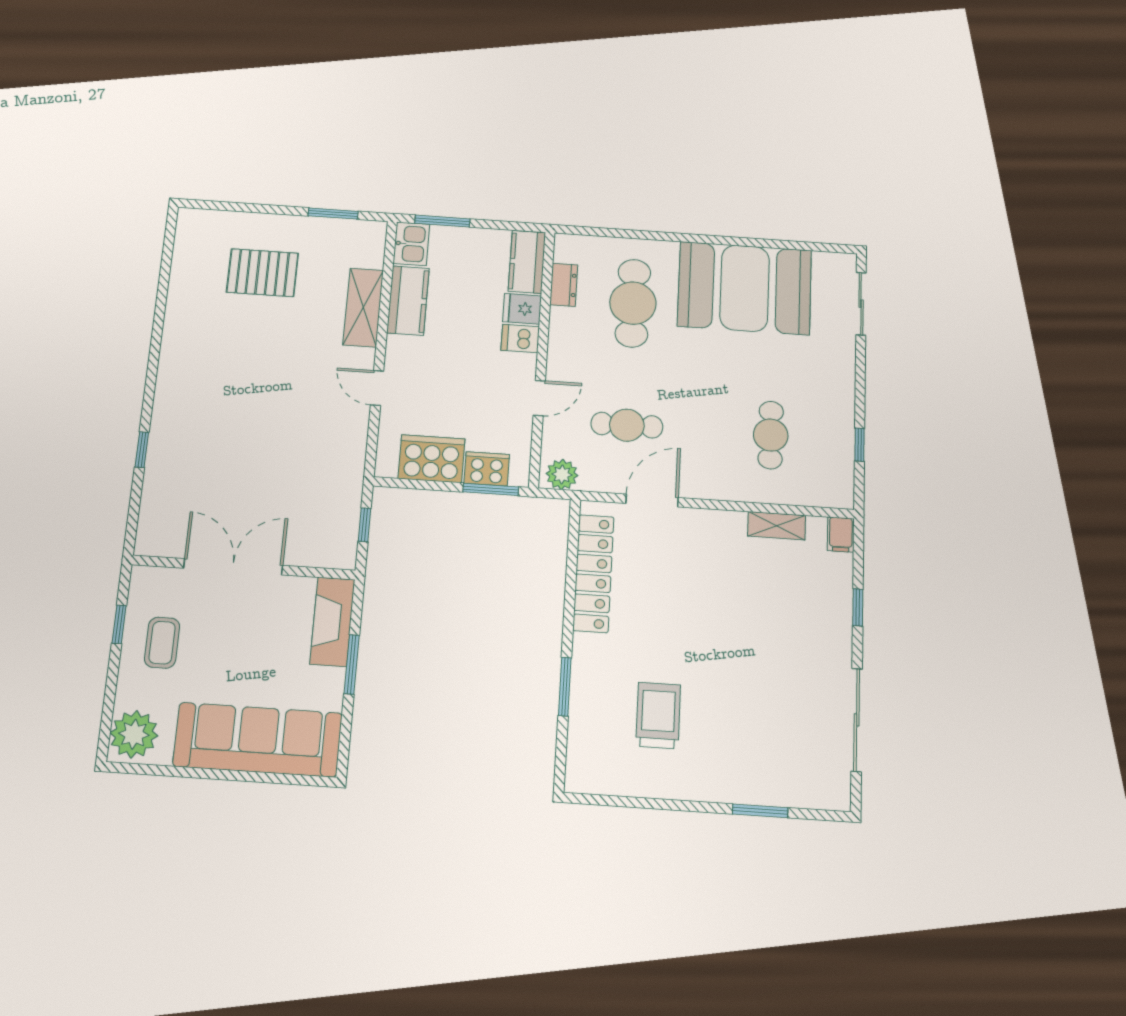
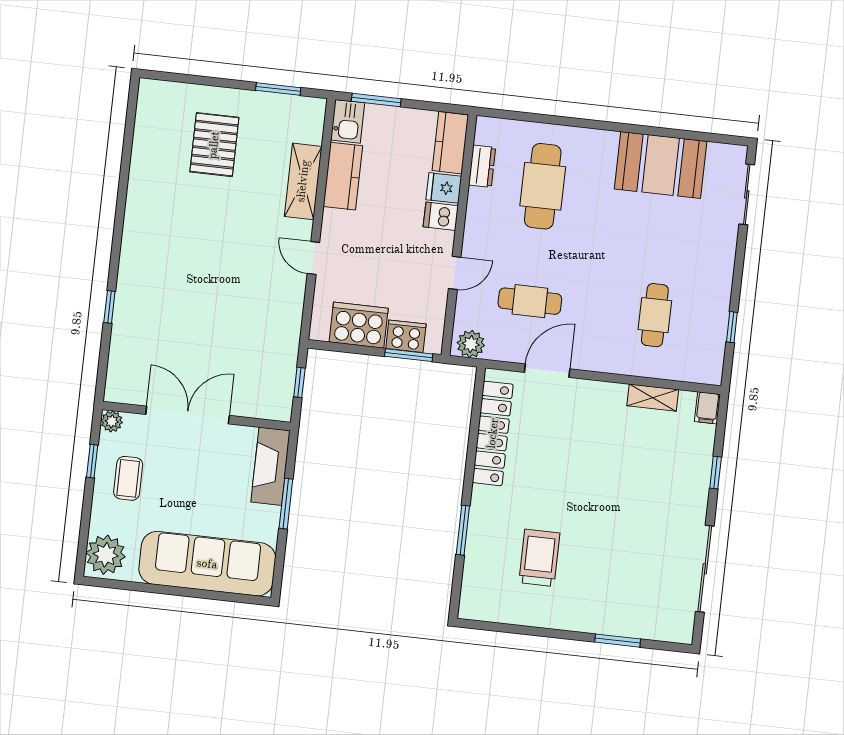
pallet: (262, 273) -> (214, 145), turned 90
booth: (745, 288) -> (661, 165), width x0.73, depth x0.70
plant: (143, 578) -> (112, 421), added

